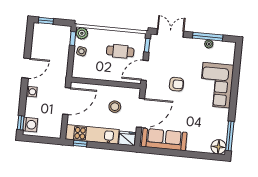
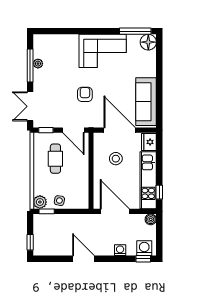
corner sofa: (216, 85) -> (103, 51), moved
washing machine: (32, 92) -> (120, 250), moved
boiler: (56, 133) -> (151, 219), added

